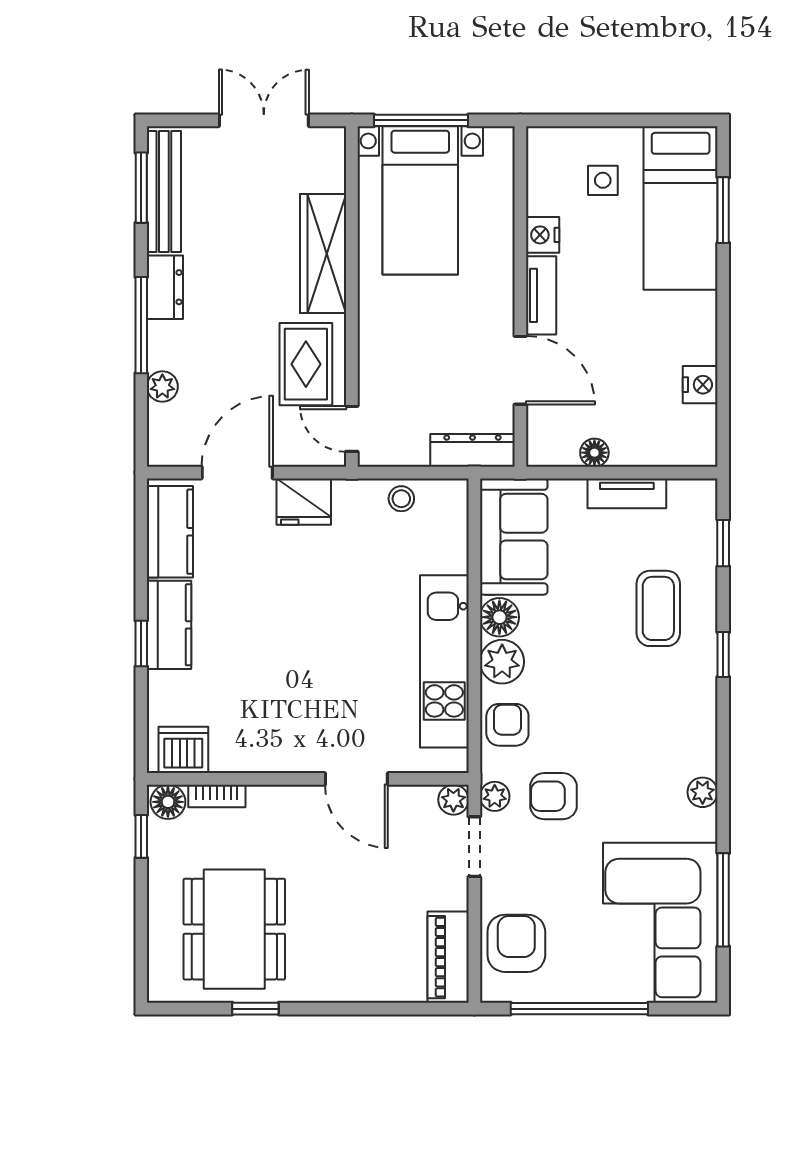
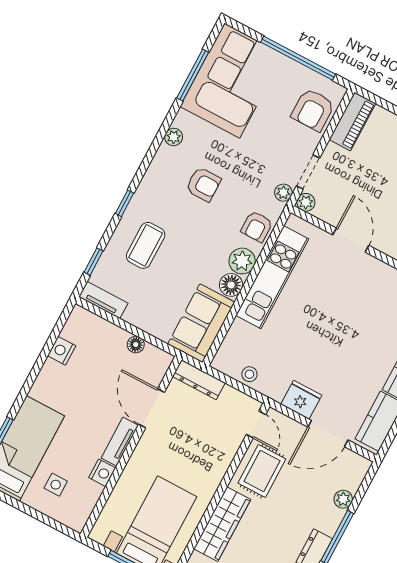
tv unit: (627, 493) -> (103, 300), moved
armchair: (553, 796) -> (203, 184), moved

